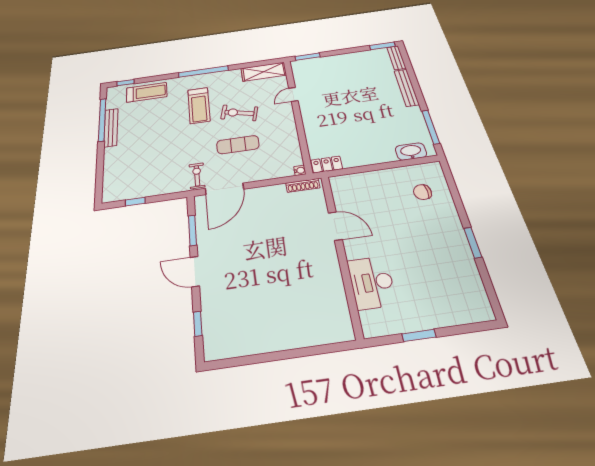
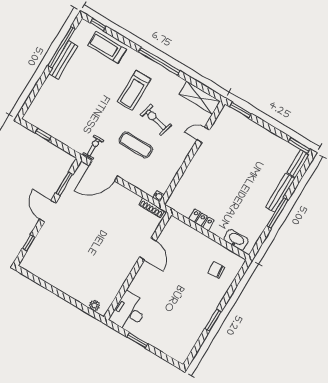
treadmill: (147, 92) -> (107, 47), turned 180
window: (431, 127) -> (277, 213), moved
locker: (327, 164) -> (201, 220), moved
desk: (372, 282) -> (129, 312), moved
plant: (333, 335) -> (94, 305), added

